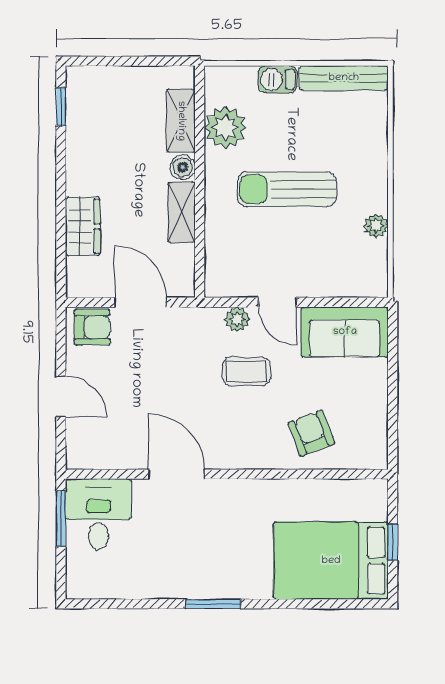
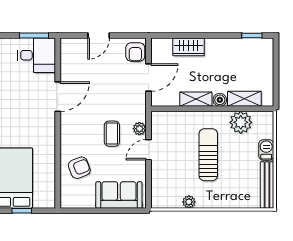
sofa: (345, 332) -> (119, 195), moved, turned 90

